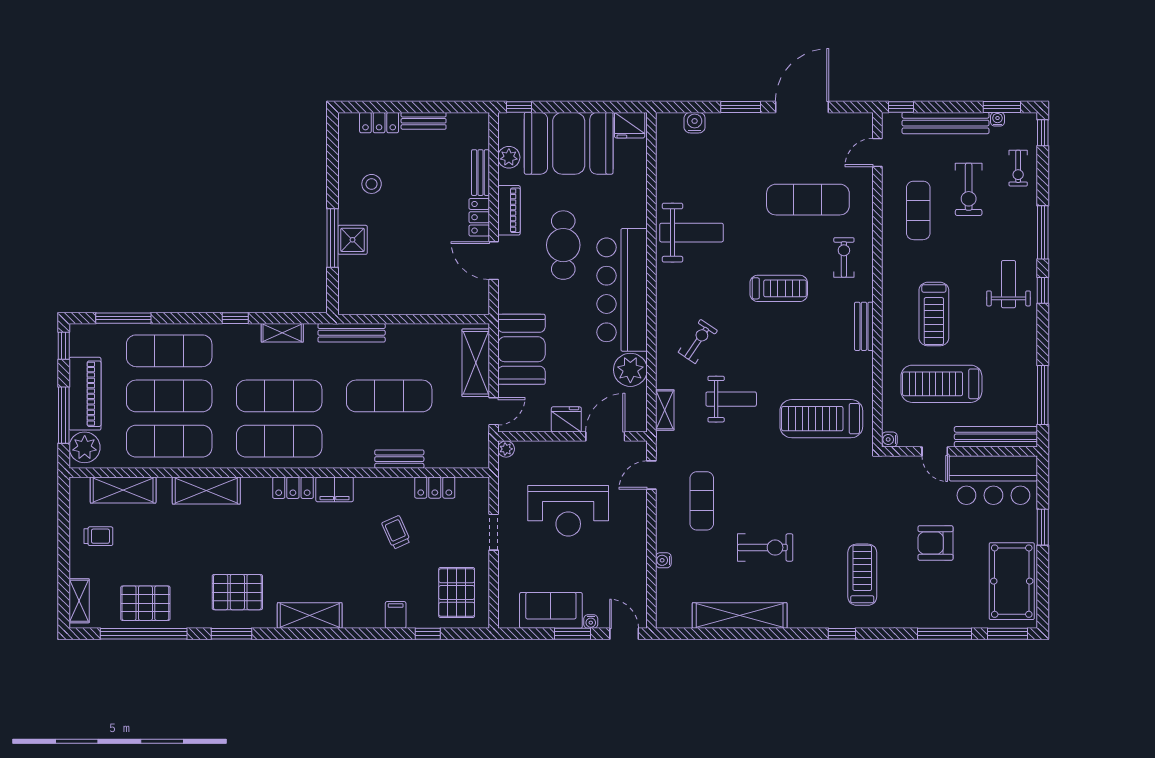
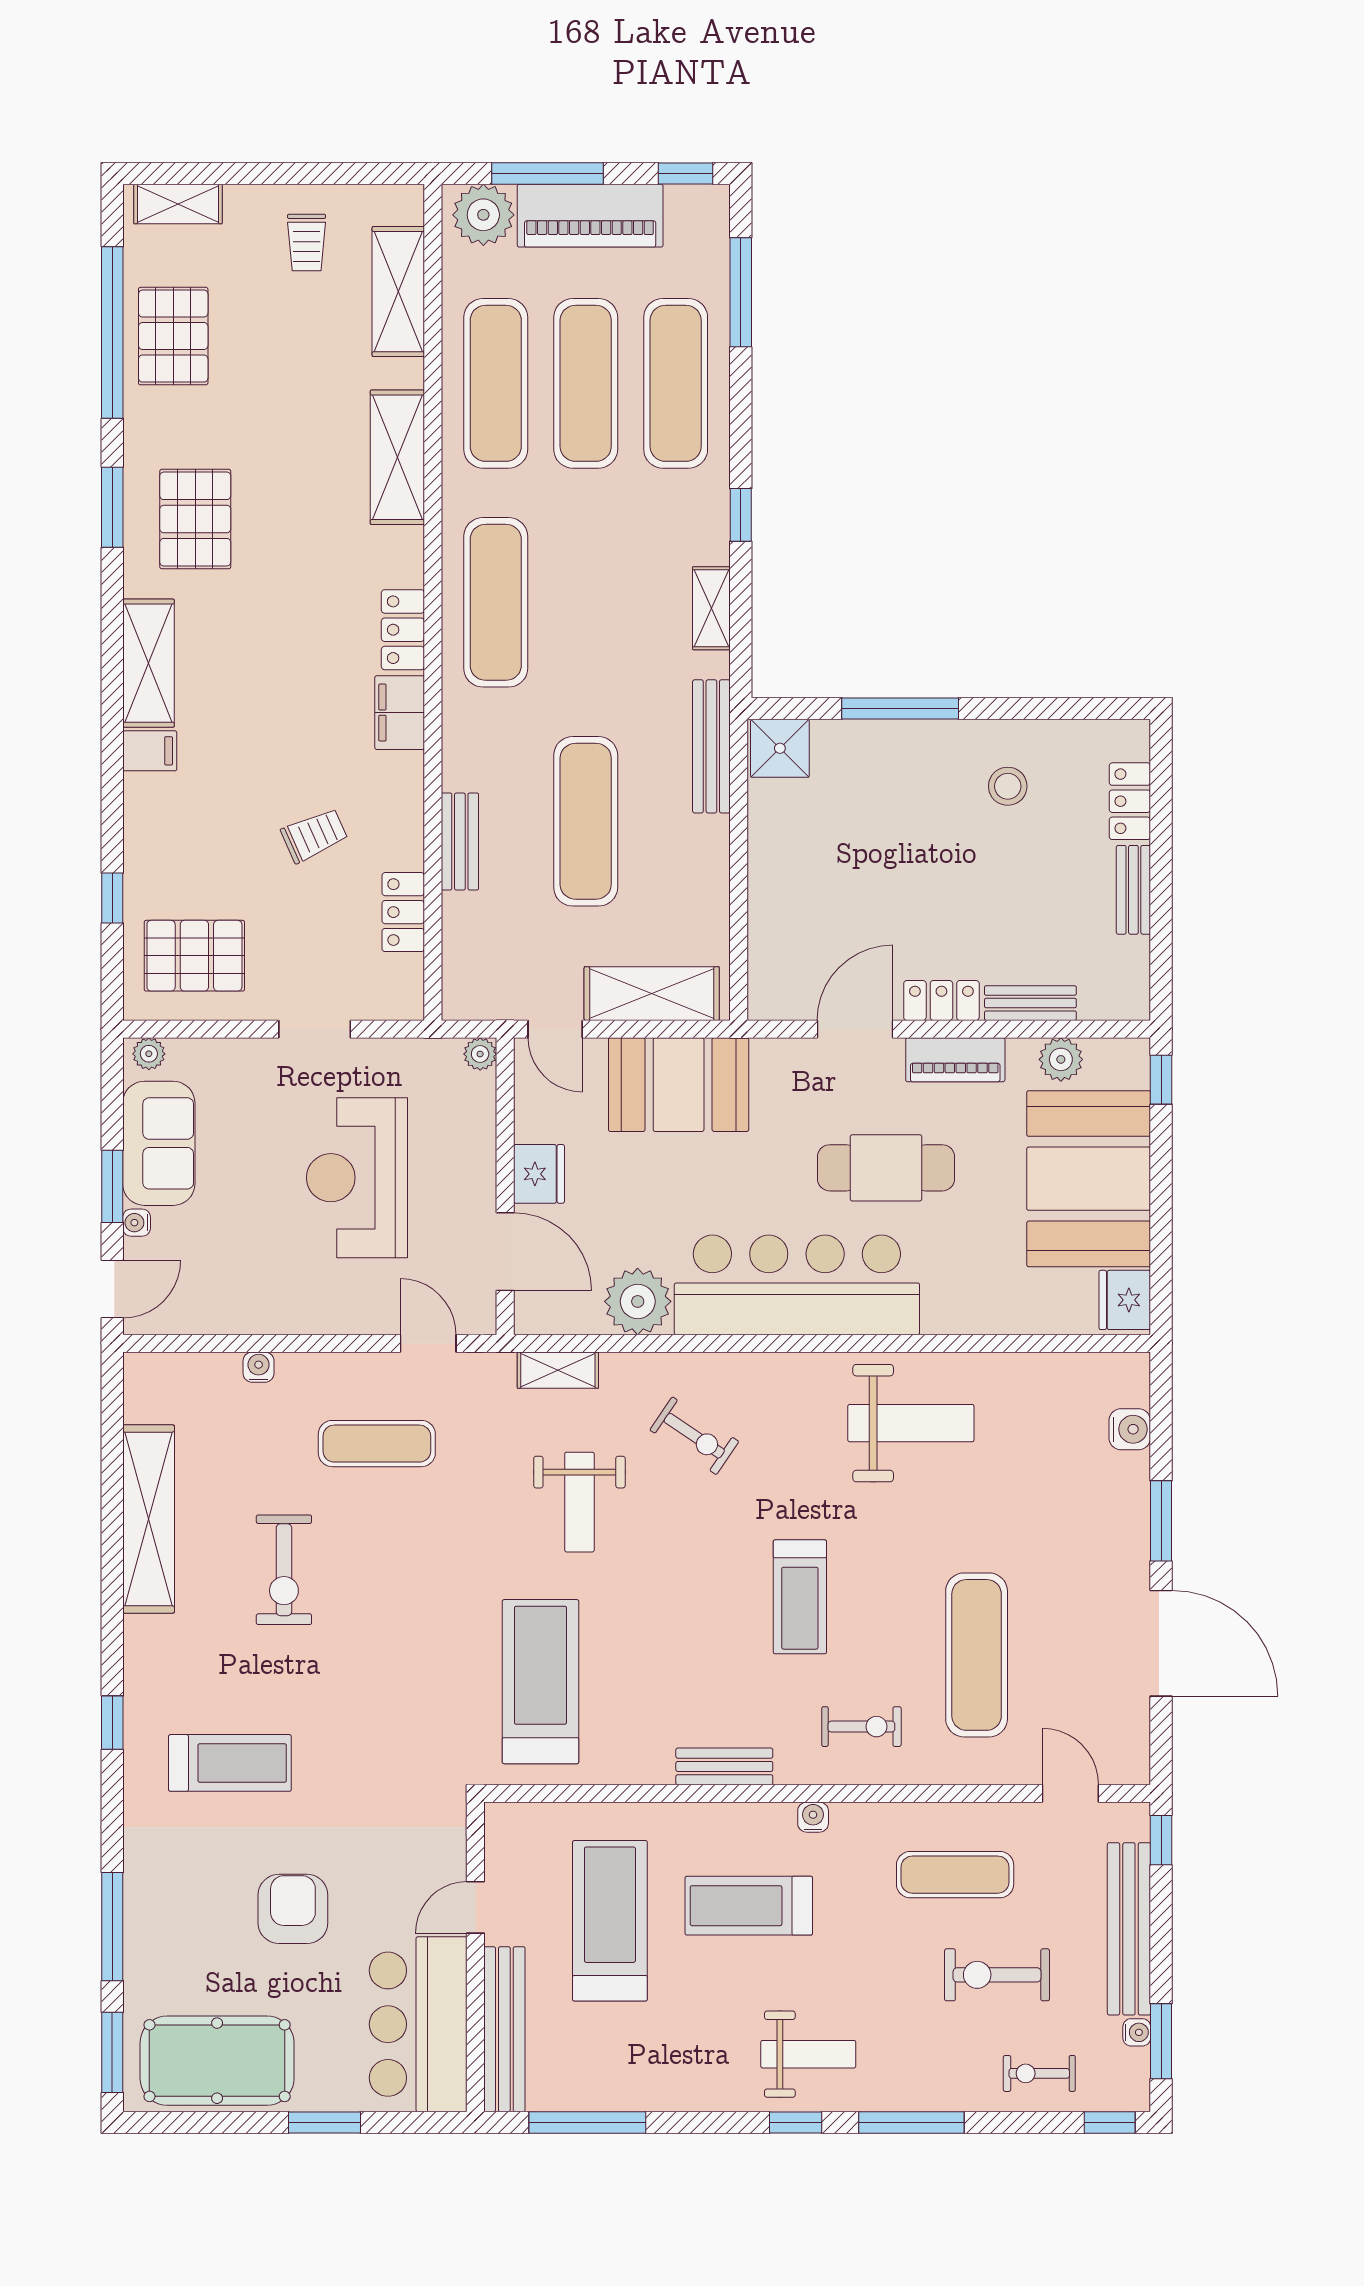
weight bench: (691, 233) -> (911, 1423), turned -90
shower: (352, 240) -> (780, 748), moved
exercise mat: (279, 396) -> (586, 602), removed
water cooler: (889, 439) -> (813, 1817), moved
filing cabinet: (396, 615) -> (150, 751), moved
plant: (506, 615) -> (149, 1054), added

